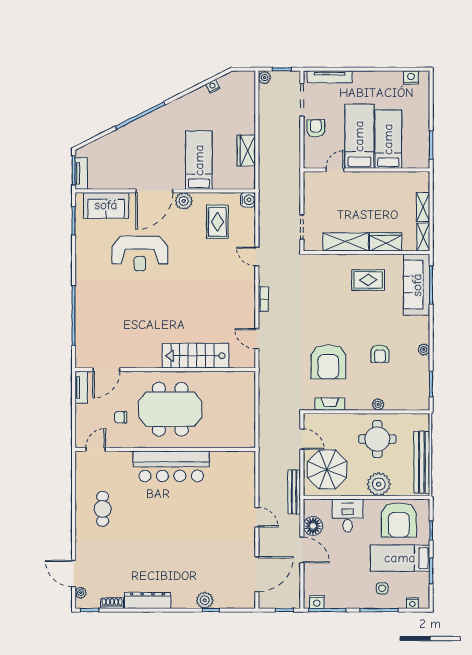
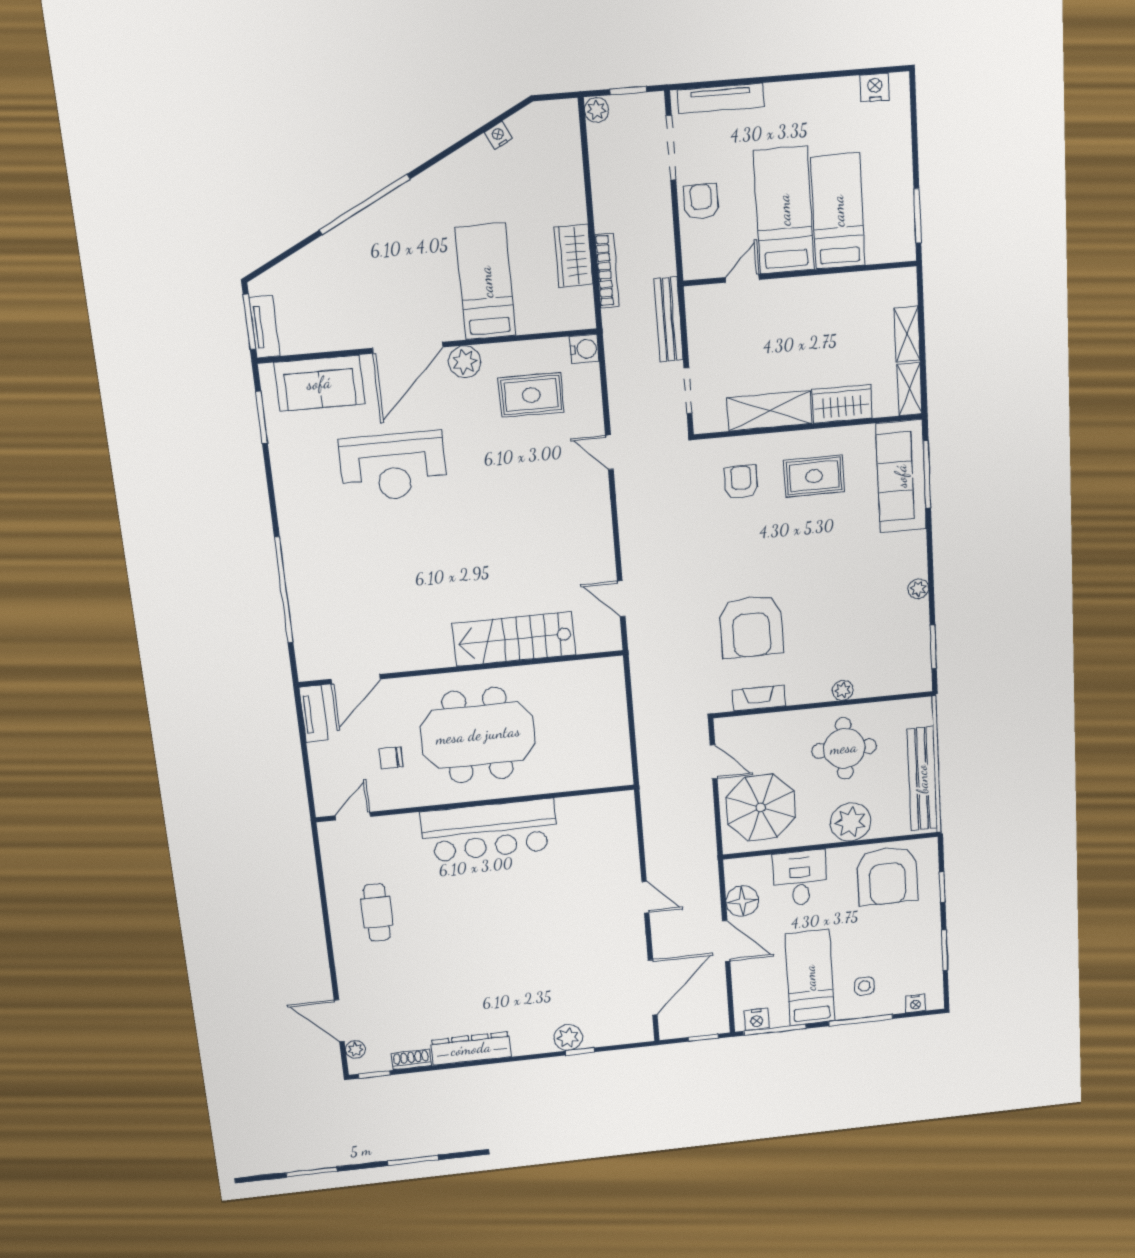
rug: (217, 222) -> (531, 395), turned 90
bookcase: (263, 299) -> (607, 271), moved, width x1.56
armchair: (380, 354) -> (741, 482), moved, turned 180
bench: (294, 492) -> (669, 319), moved
bed: (400, 558) -> (810, 978), moved, turned 90

